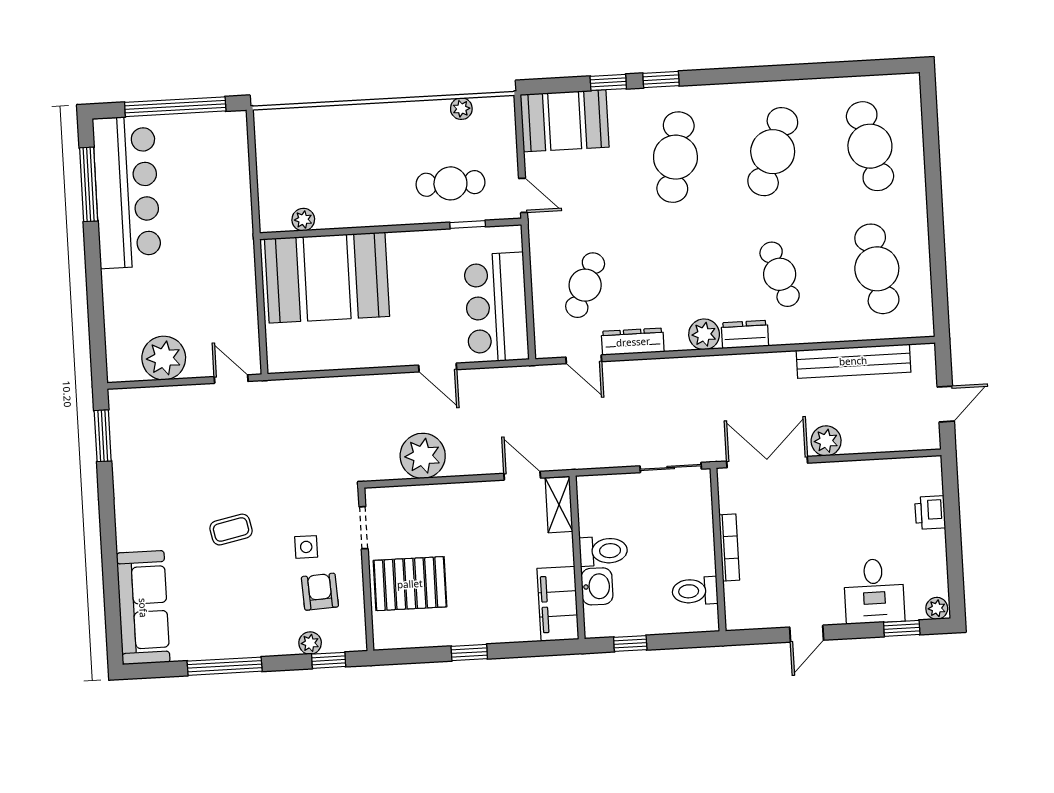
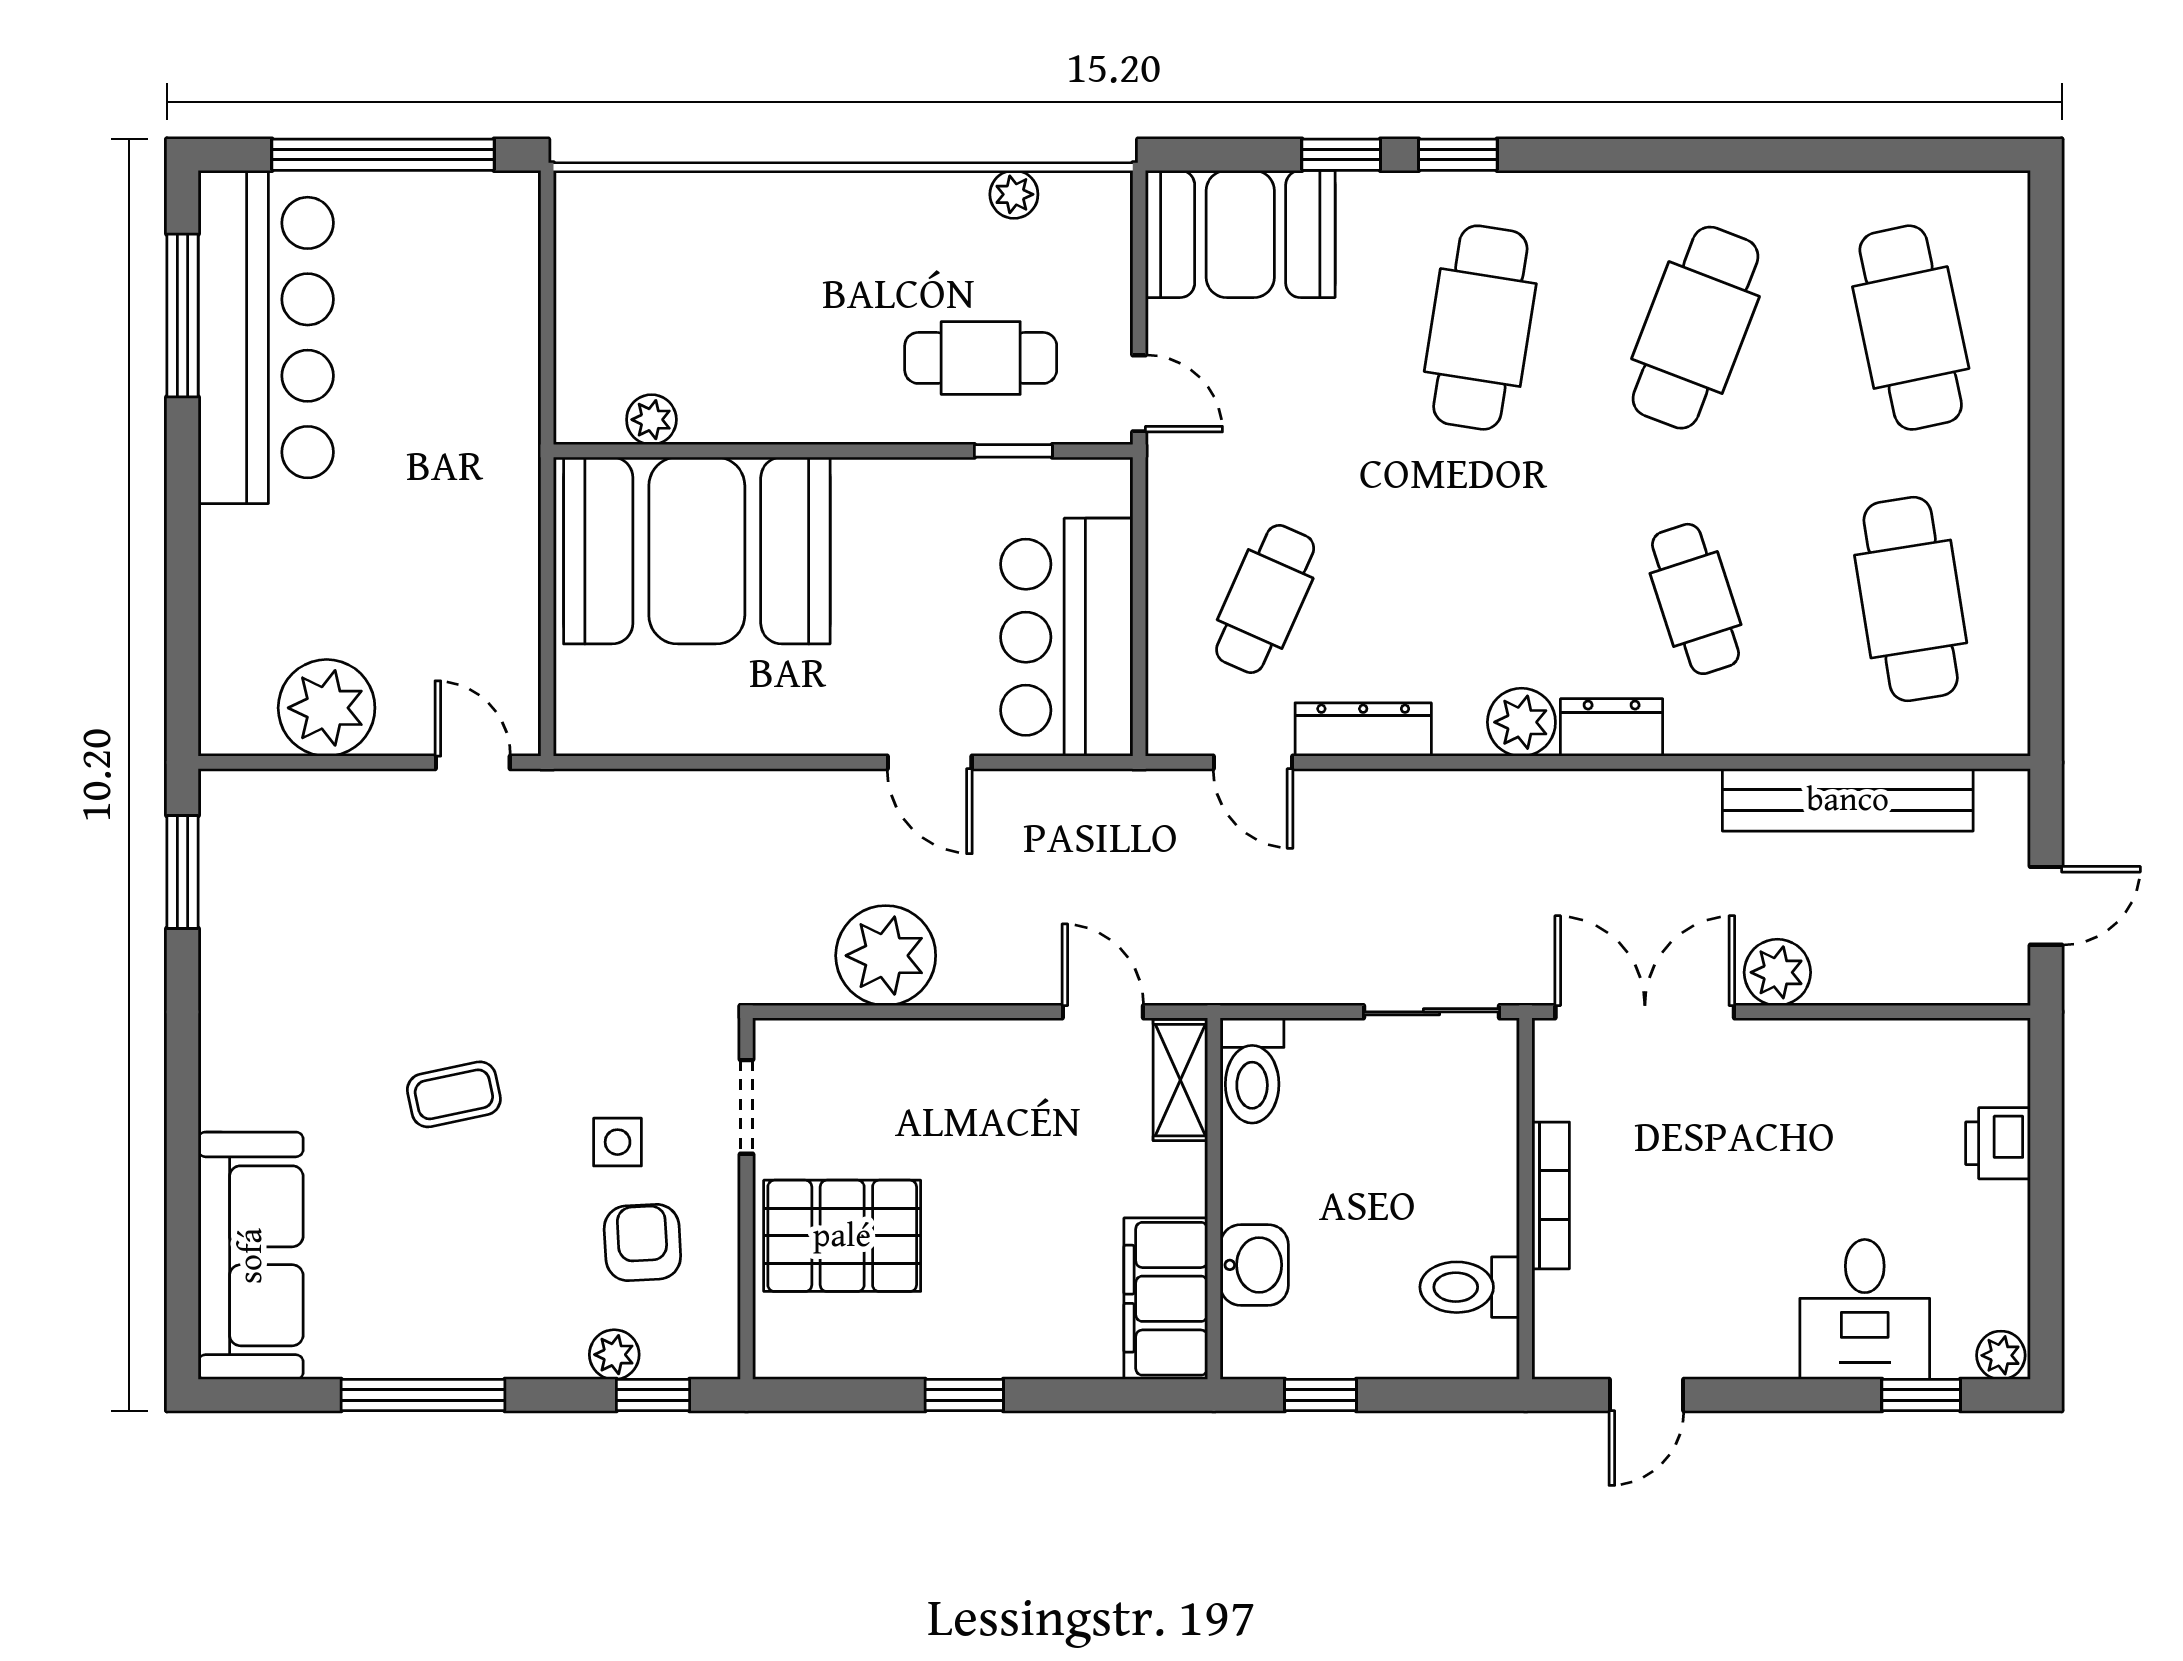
toilet: (603, 551) -> (1252, 1070), moved, turned 90
door: (807, 634) -> (1646, 1395), moved

